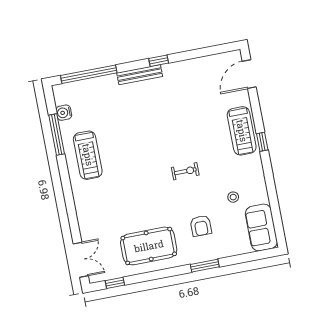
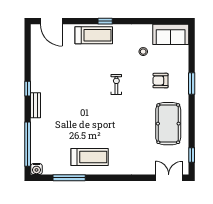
bench: (140, 75) -> (36, 105), width x0.73
water cooler: (64, 113) -> (36, 169), moved
armchair: (201, 226) -> (160, 81), turned 180

